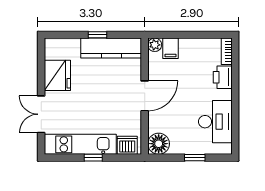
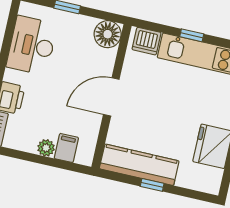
plant: (155, 45) -> (46, 148), moved

